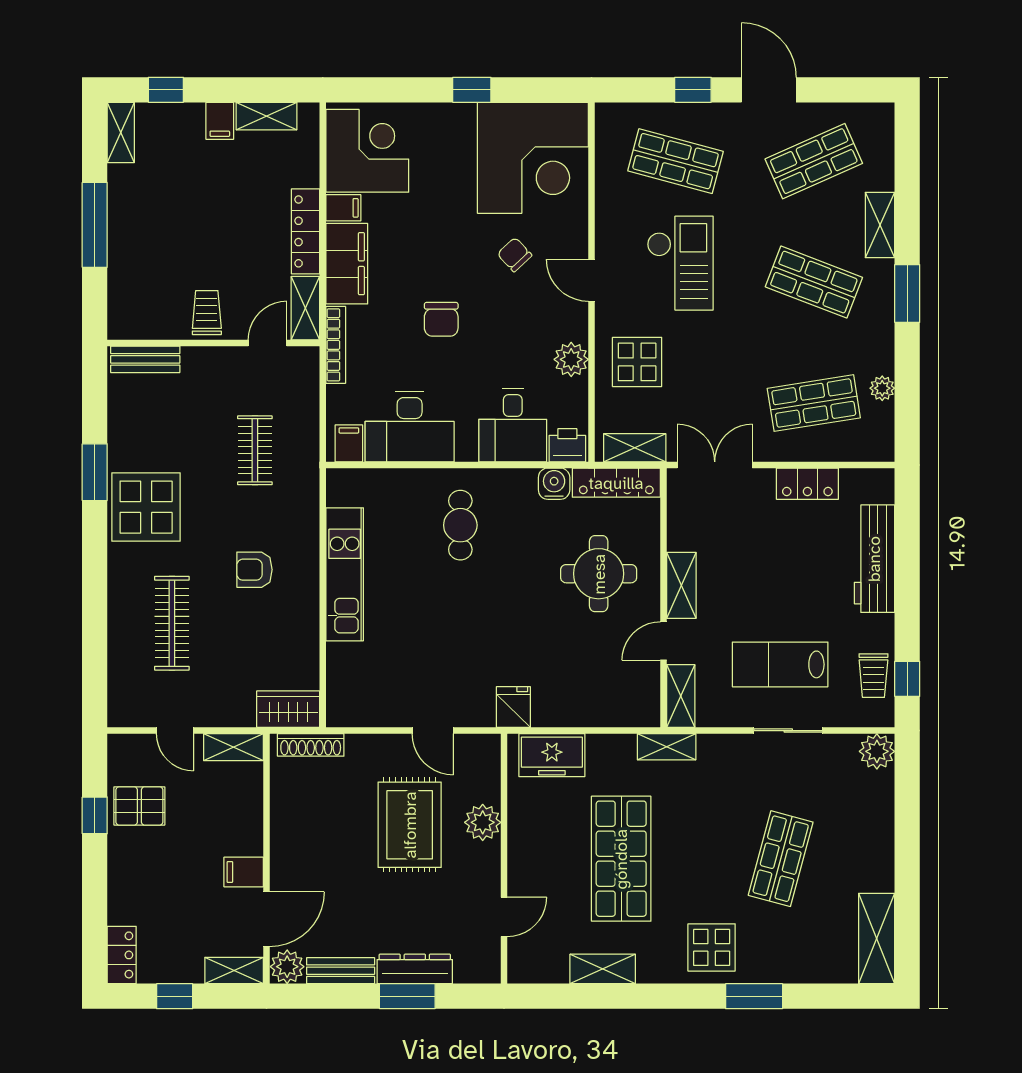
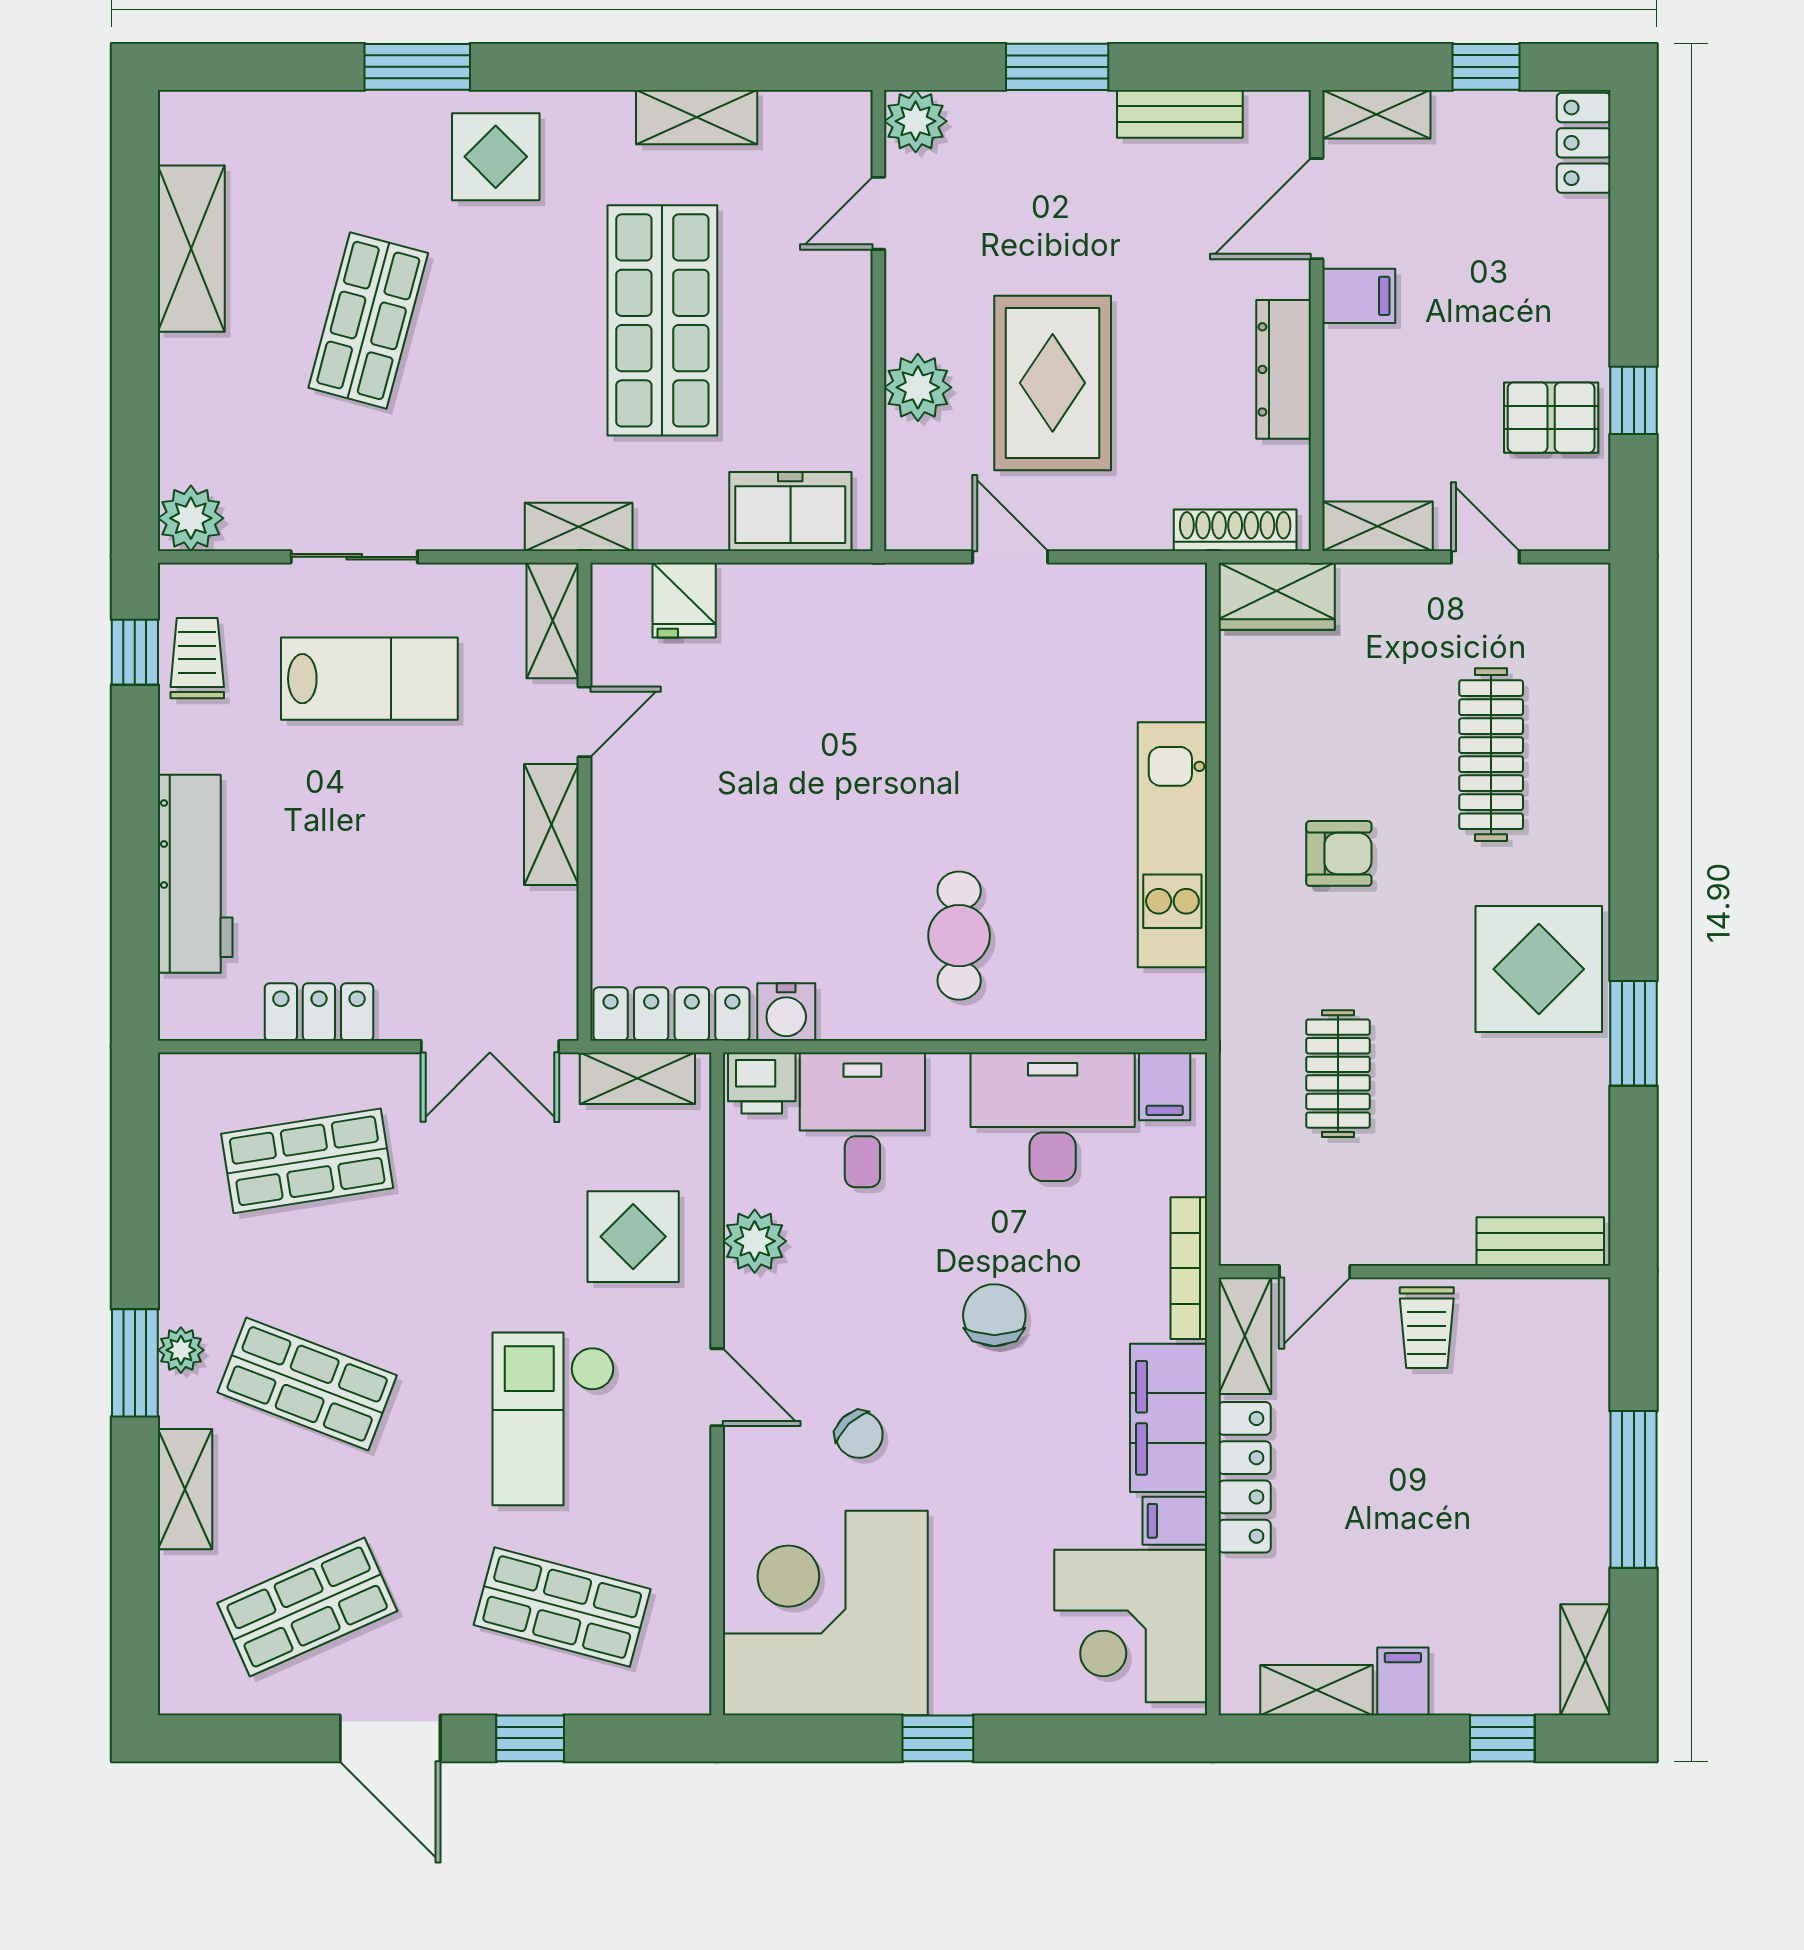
plant: (882, 388) -> (181, 1350), moved
round table: (599, 574) -> (704, 846), removed
fridge: (513, 707) -> (684, 600), moved
shelving: (877, 939) -> (191, 249), moved
plant: (287, 967) -> (916, 121), moved
dresser: (415, 969) -> (1284, 369), moved, turned 90

